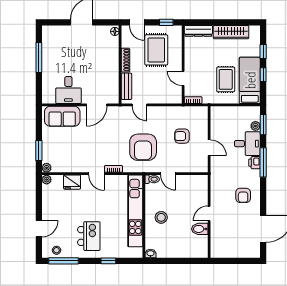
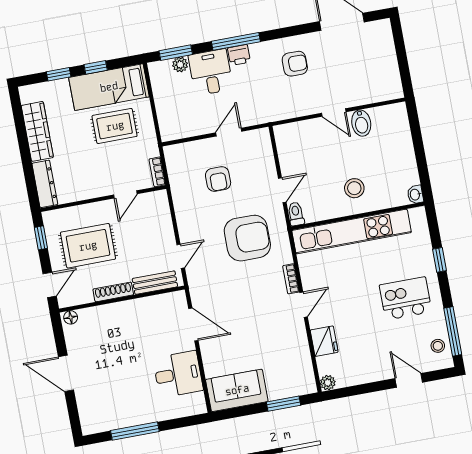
sofa: (62, 116) -> (237, 390), moved, turned -90
plant: (47, 168) -> (309, 386), removed

